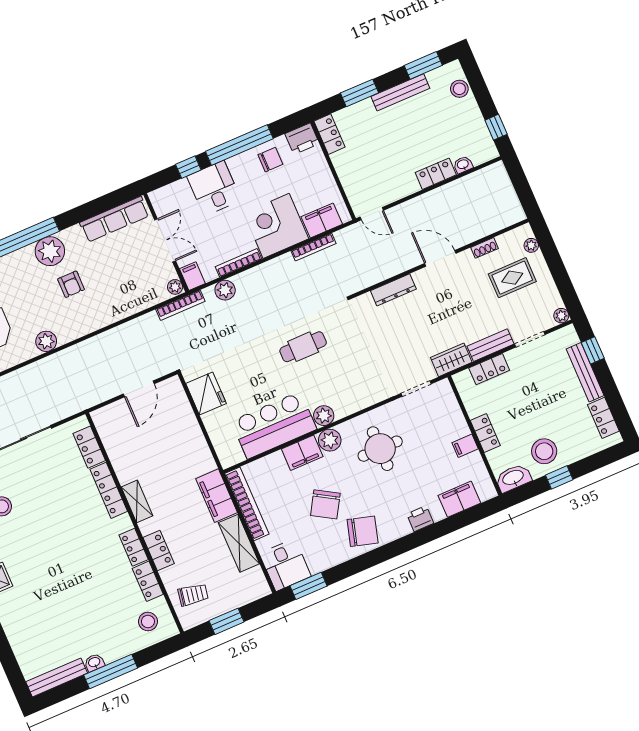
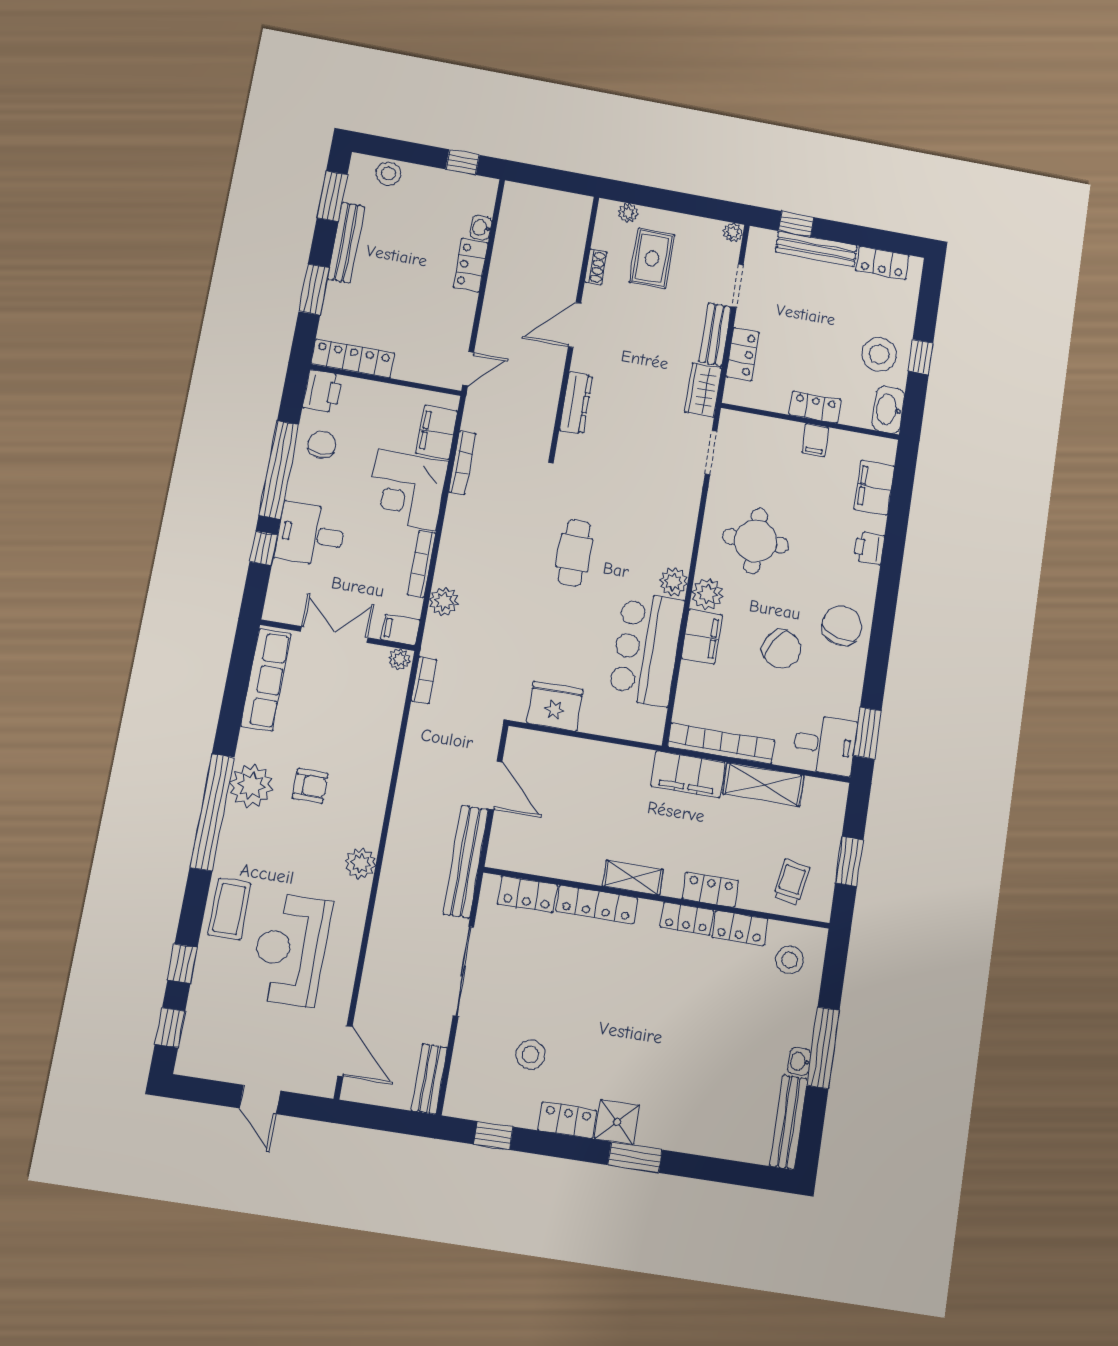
locker: (329, 134) -> (353, 358), width x1.53
bookcase: (180, 305) -> (424, 680), width x0.64
bench: (85, 400) -> (466, 862), added

